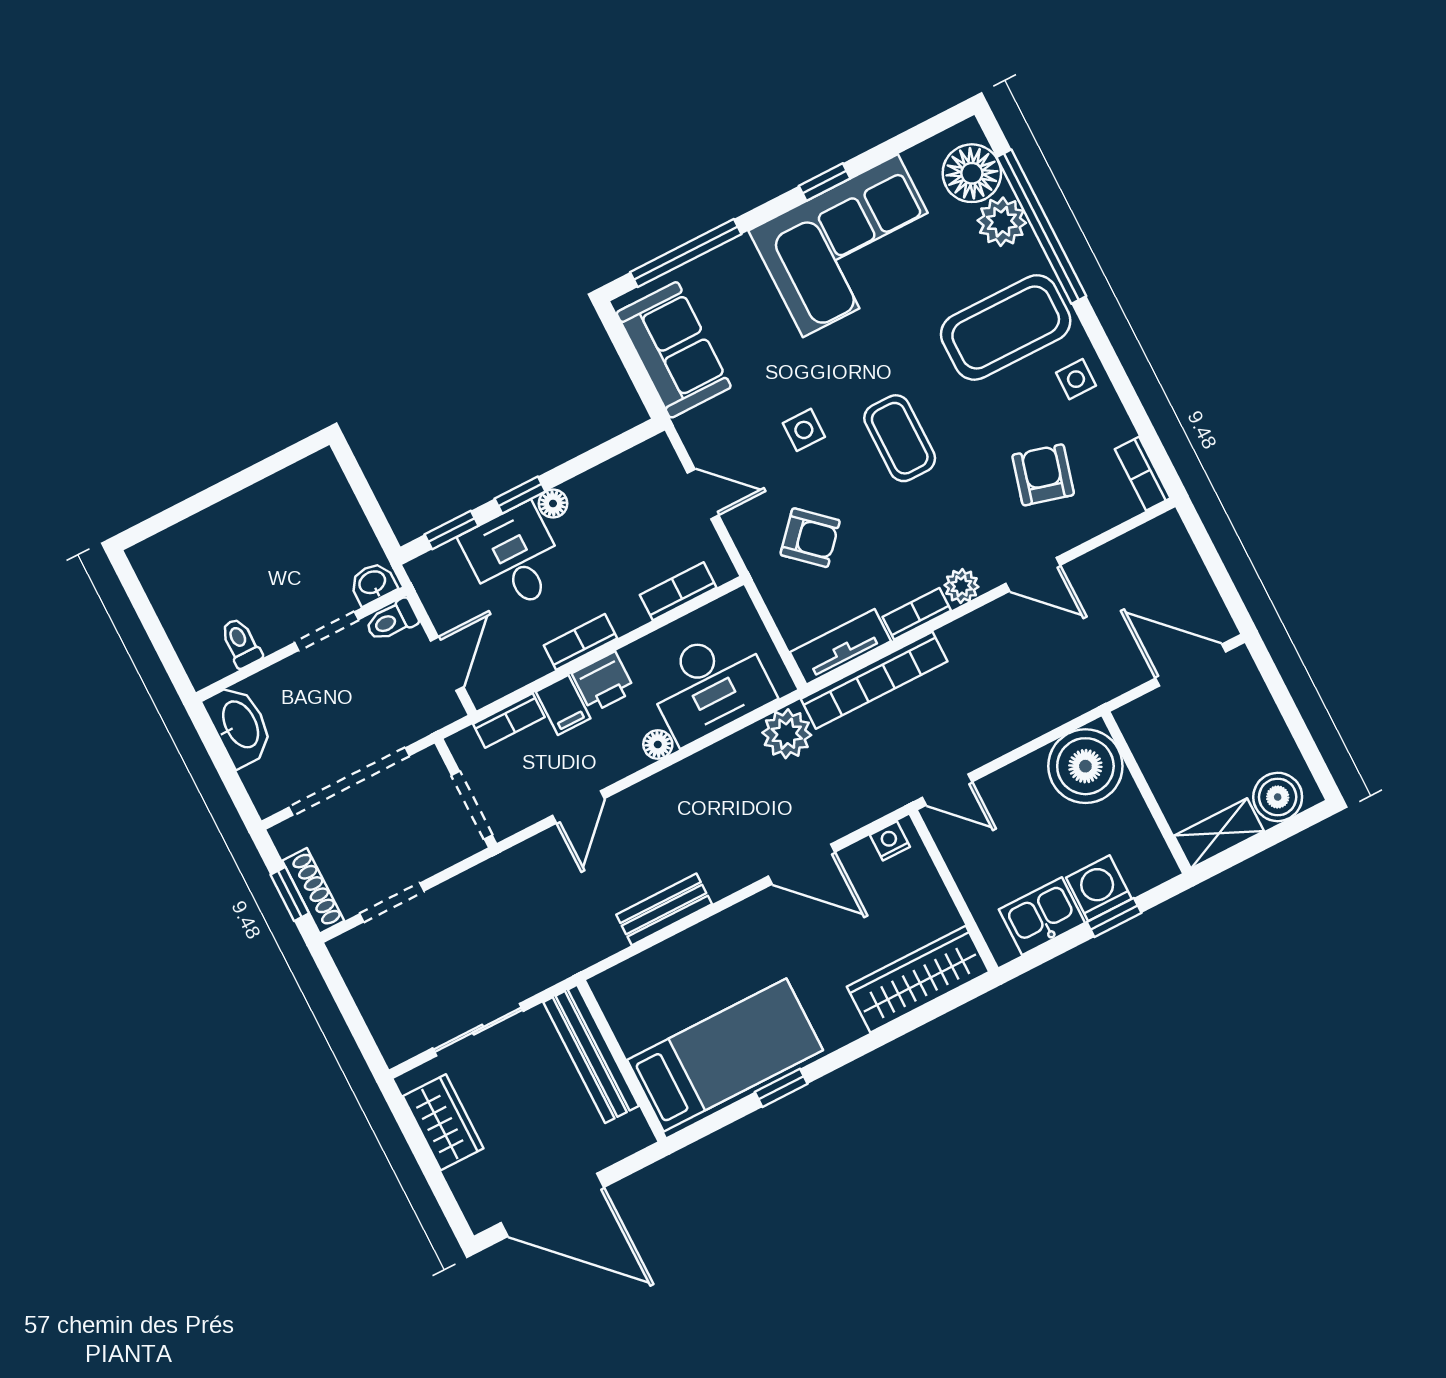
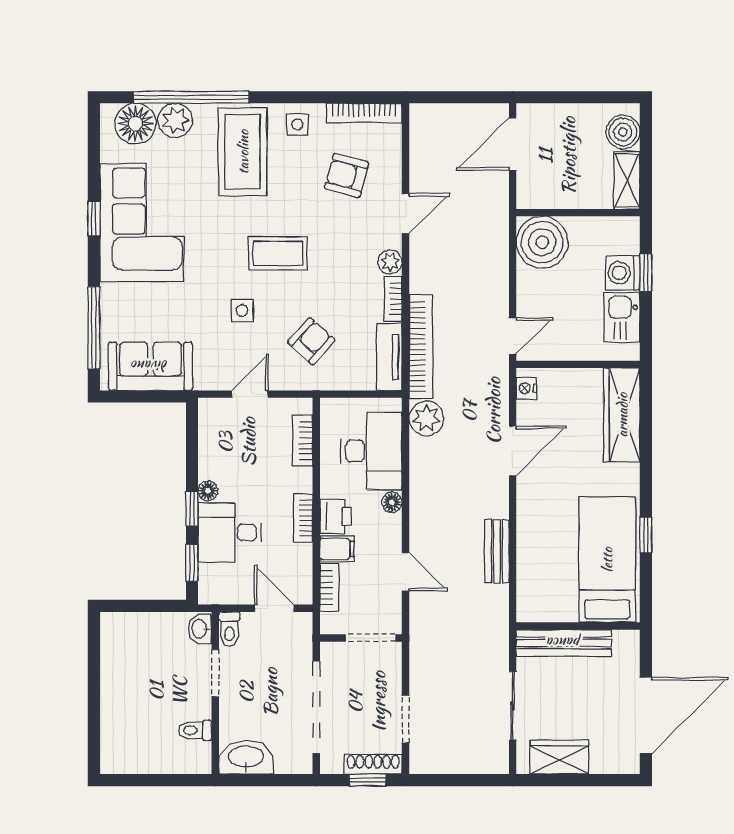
bookcase: (1143, 474) -> (364, 113), width x1.56

